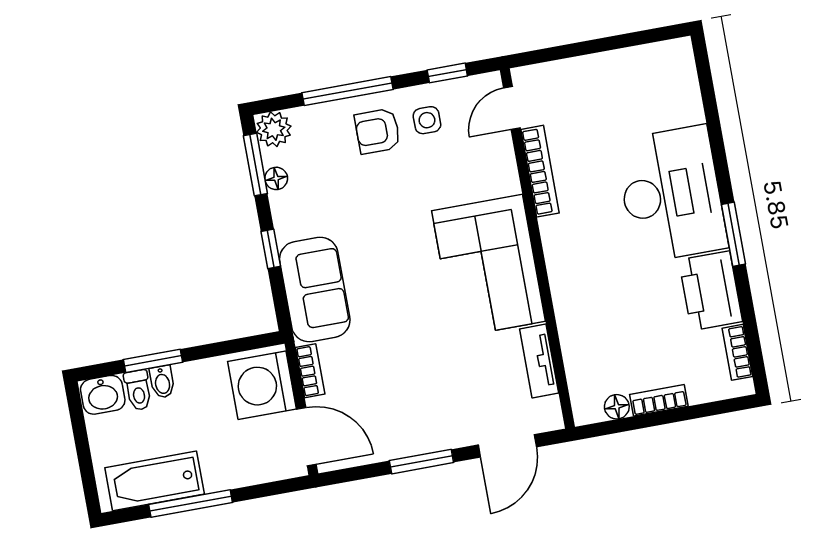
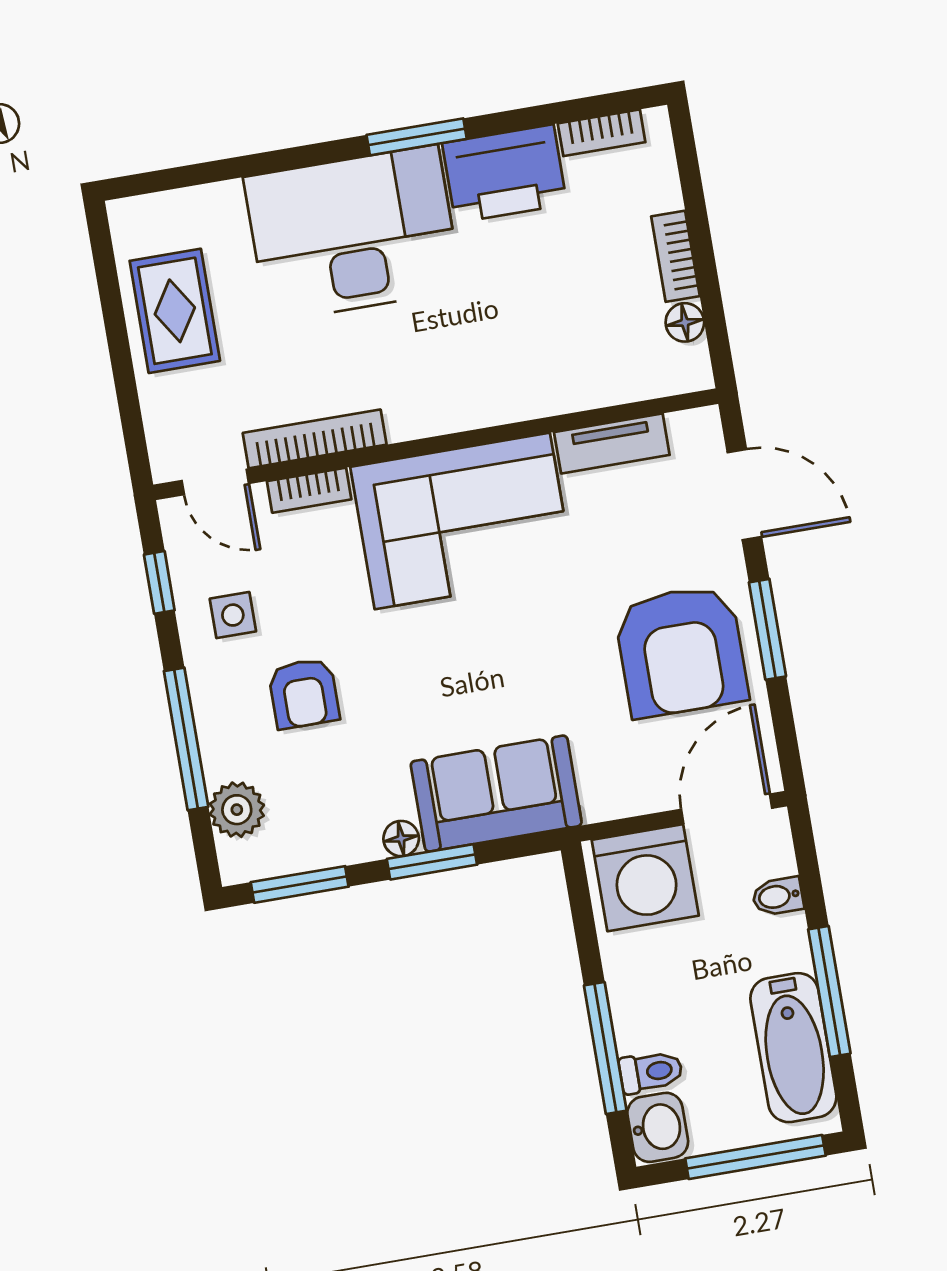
rug: (621, 81) -> (175, 311), added
plant: (274, 129) -> (237, 810), moved
armchair: (378, 131) -> (304, 693), moved
floor lamp: (276, 178) -> (401, 839), moved
window: (271, 249) -> (432, 862), width x1.50
window: (153, 361) -> (605, 1048), width x1.44
bookcase: (310, 371) -> (309, 490), moved, turned 180
bidet: (162, 382) -> (778, 896), moved, turned 180
armchair: (407, 407) -> (681, 651), added
window: (84, 457) -> (755, 1157), added

